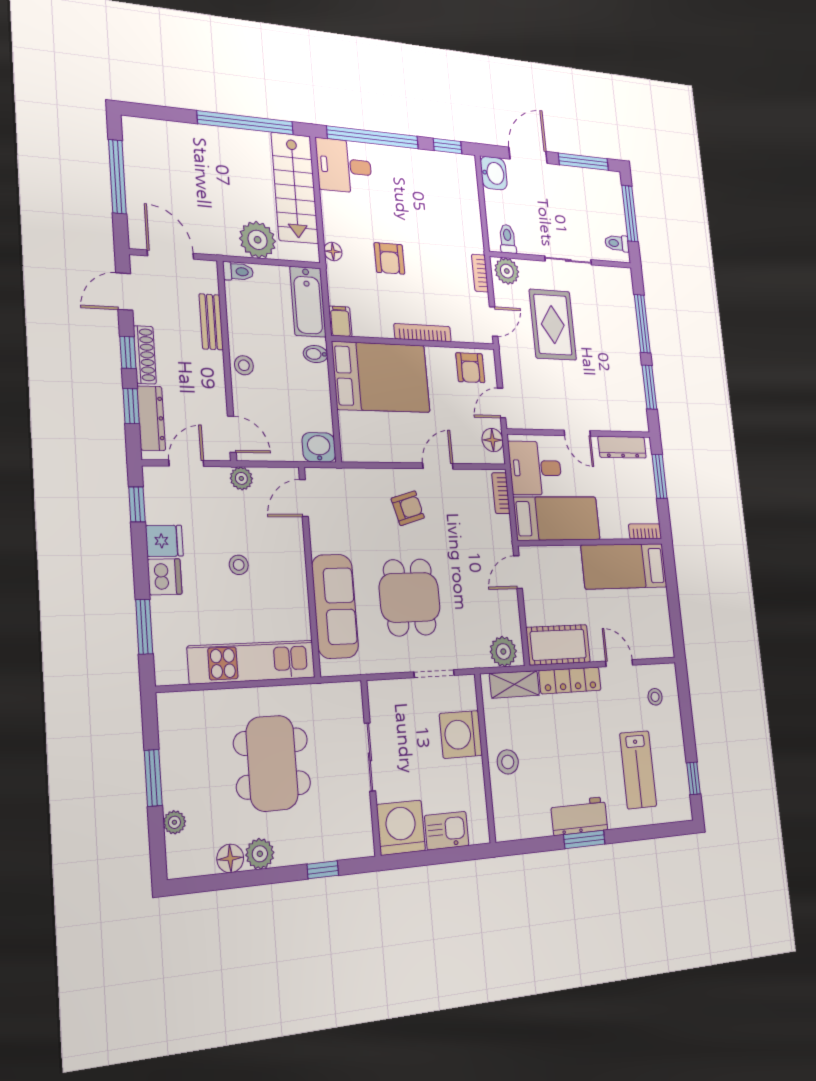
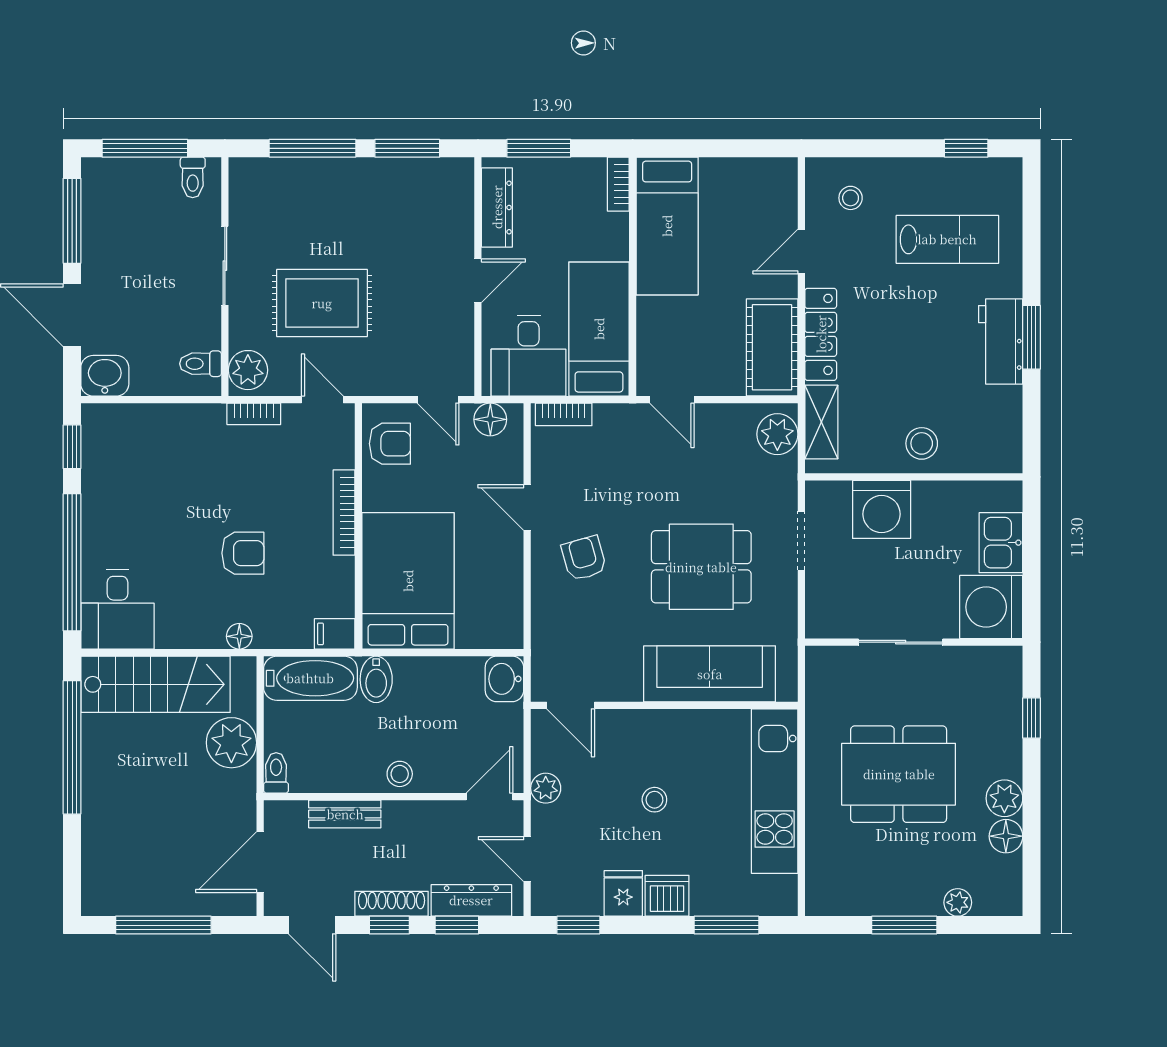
bidet: (316, 354) -> (376, 679), width x1.38, depth x1.36

